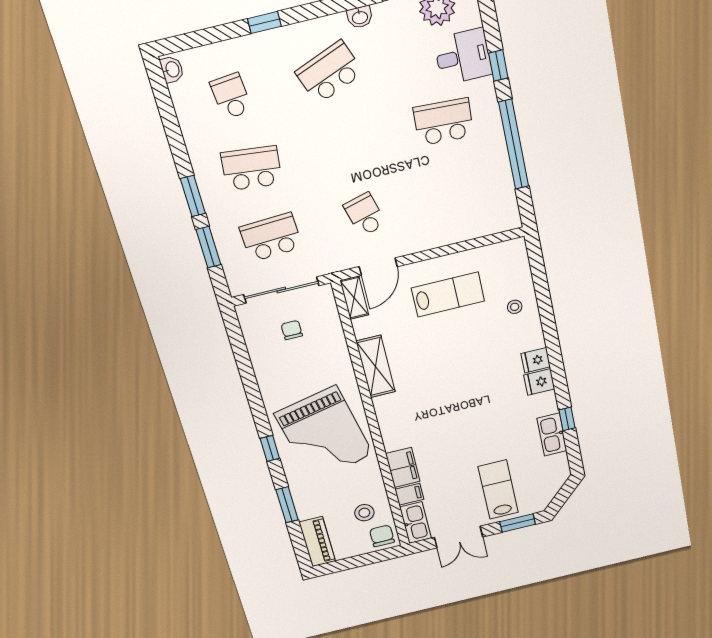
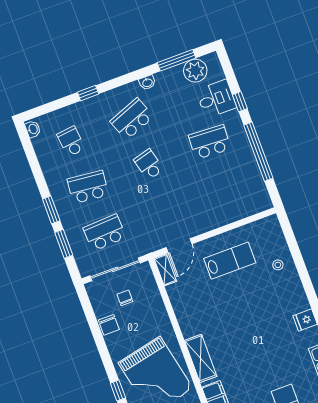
school desk: (365, 215) -> (149, 165), moved
fridge: (536, 360) -> (300, 303), removed
chair: (265, 364) -> (109, 325), added
shelving: (376, 367) -> (201, 358), moved

